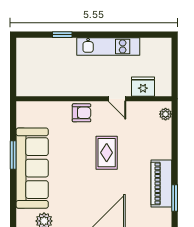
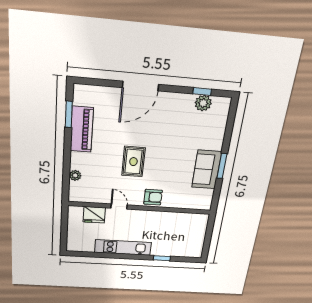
armchair: (82, 113) -> (153, 197), turned 180
plant: (166, 114) -> (75, 175), moved
sofa: (32, 168) -> (207, 170), width x0.54, depth x0.79

